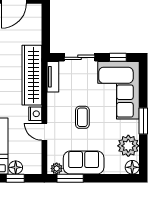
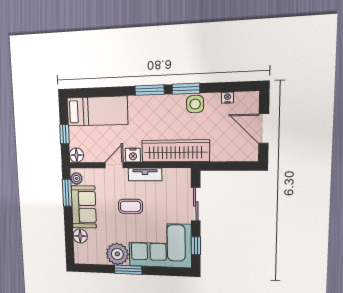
tv unit: (53, 77) -> (145, 174), moved
plant: (128, 146) -> (117, 254), moved
floor lamp: (16, 167) -> (77, 155), moved
floor lamp: (132, 167) -> (80, 236), moved

